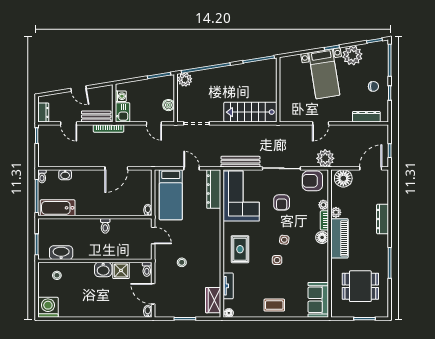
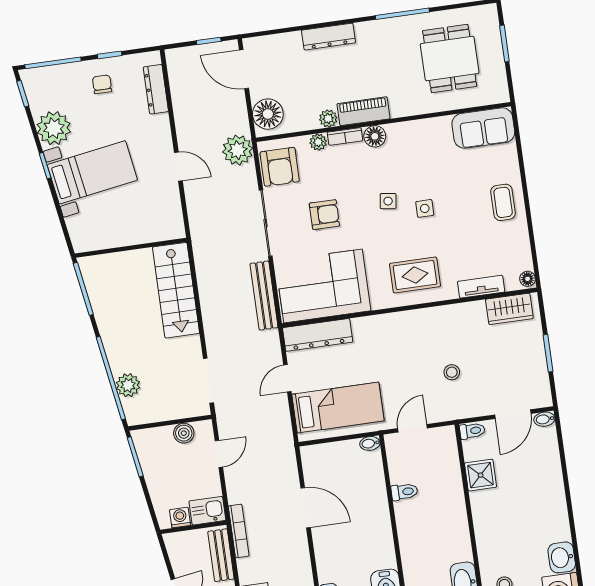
plant: (185, 80) -> (128, 385), moved
toilet: (105, 226) -> (404, 492), moved
piano: (339, 238) -> (364, 111), width x0.73, depth x0.75
washbasin: (103, 269) -> (562, 557), moved, turned 180

